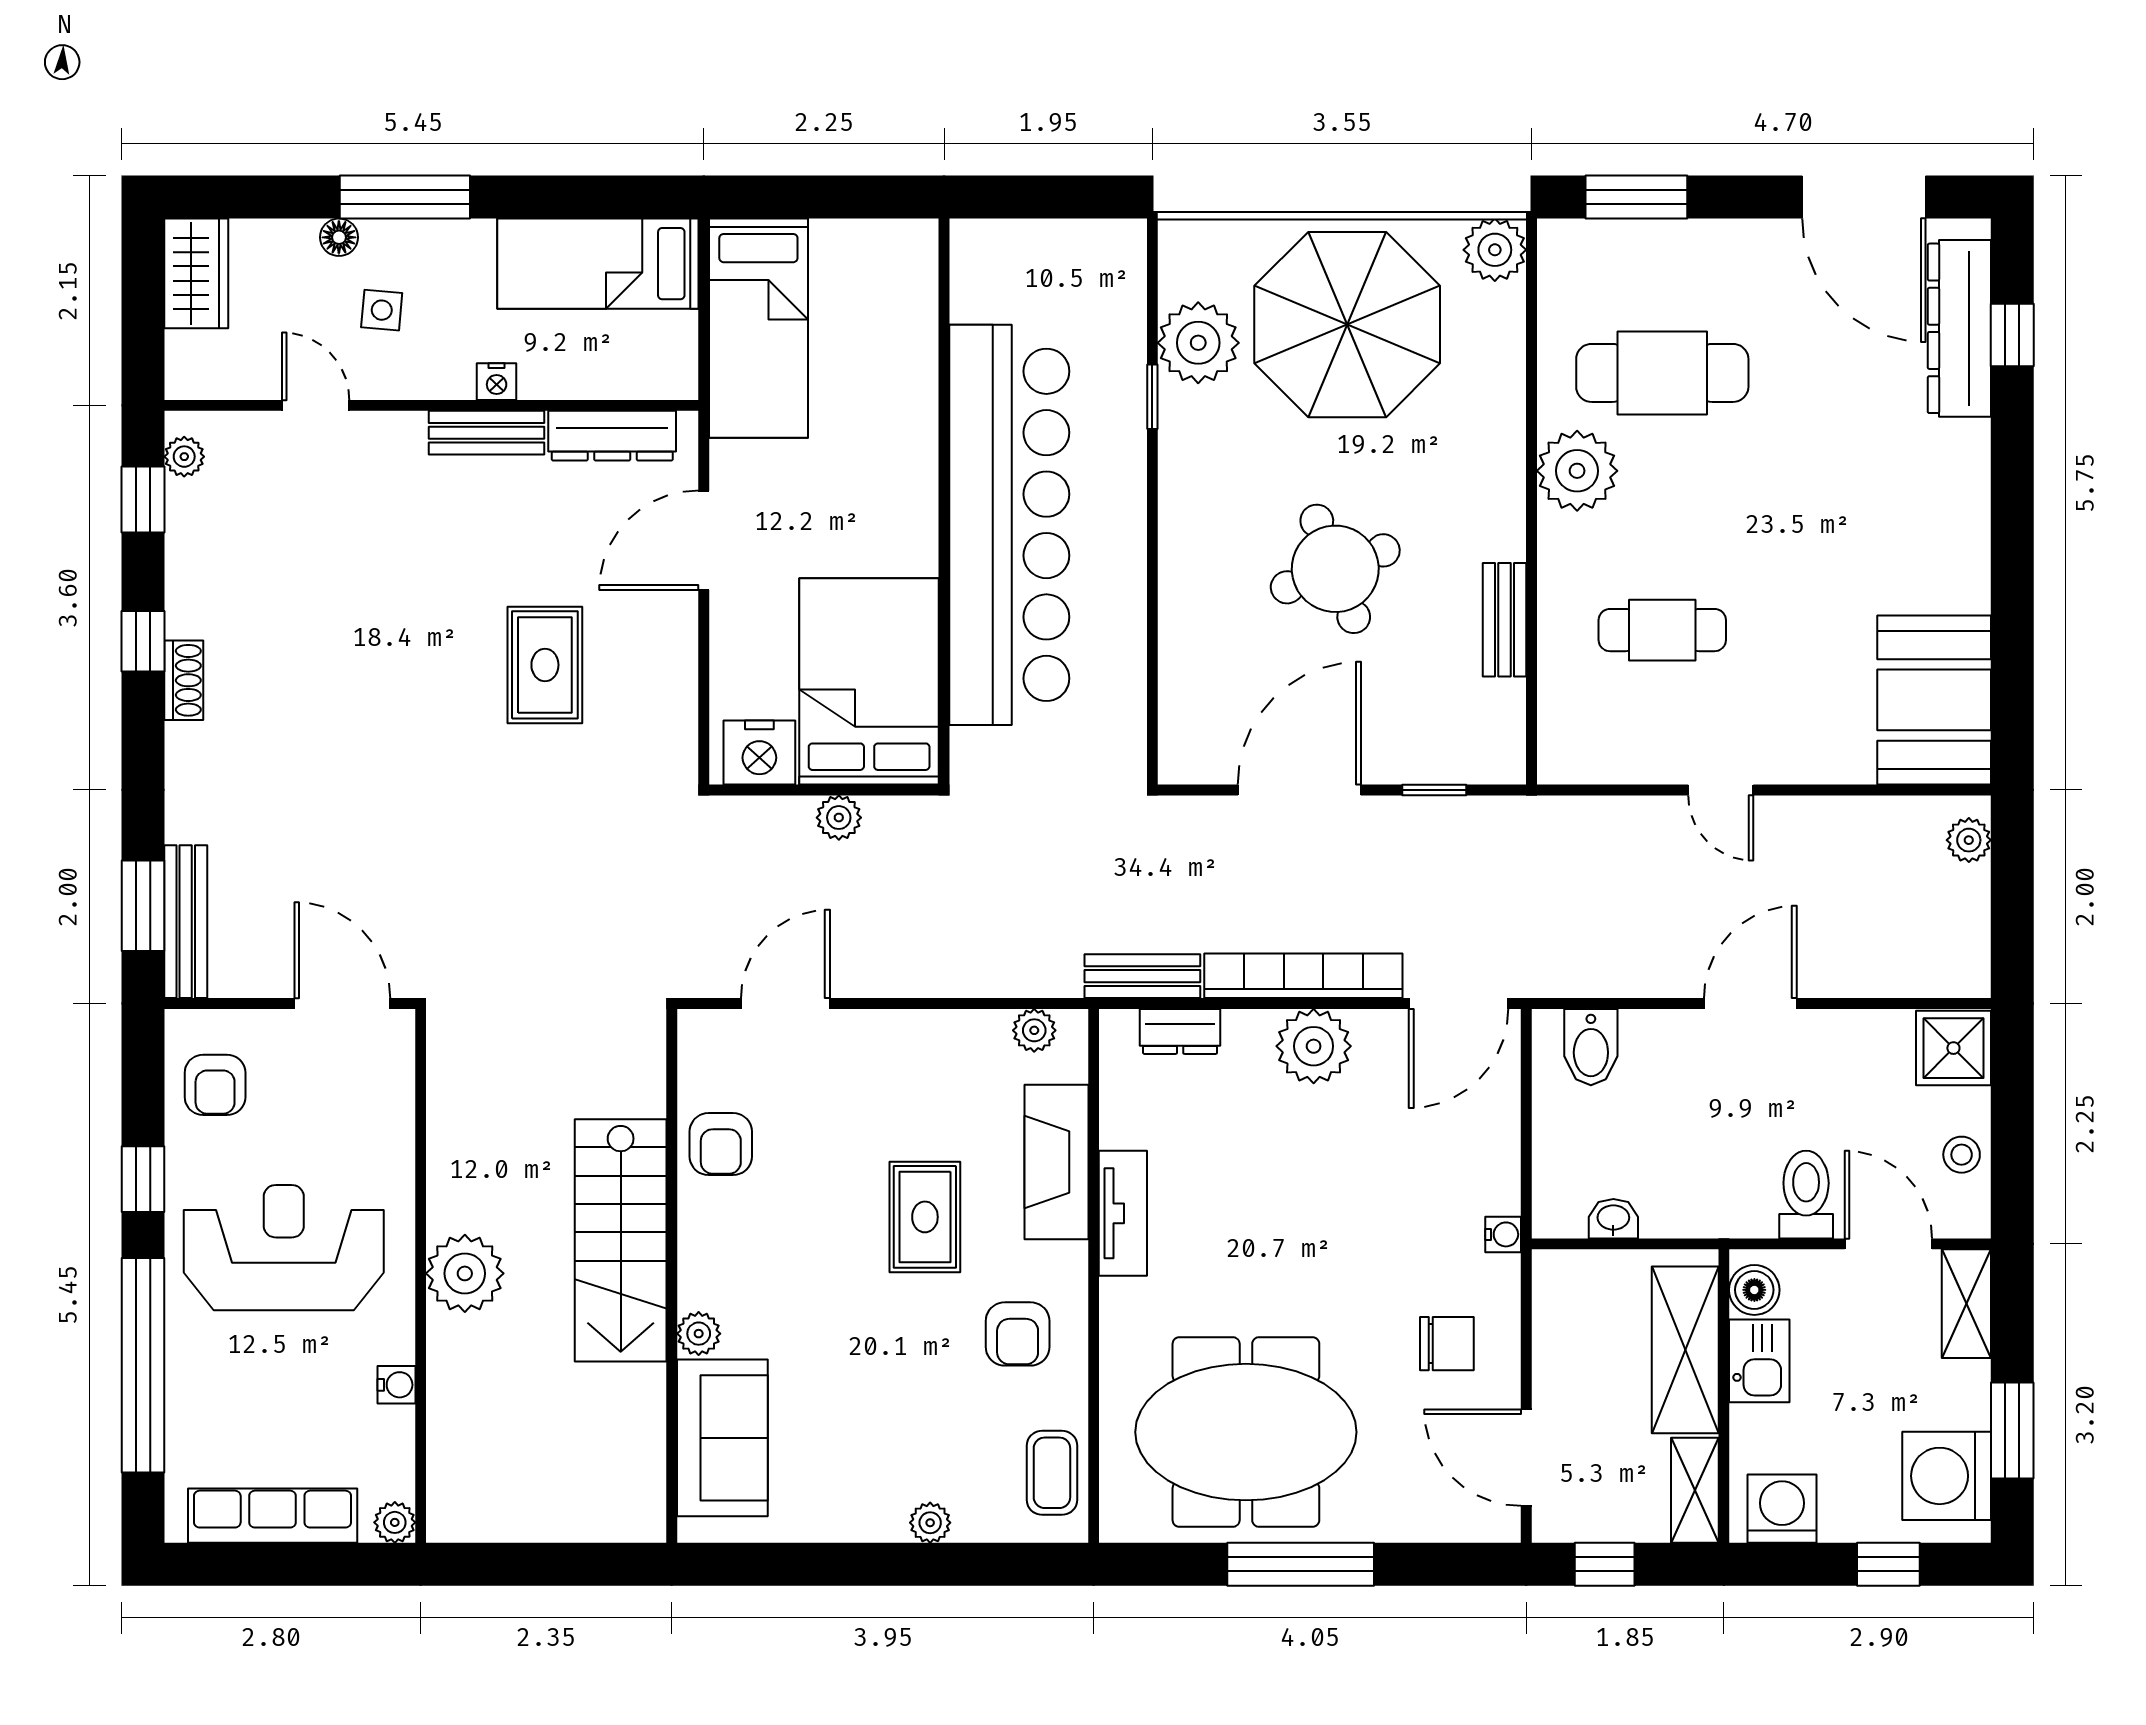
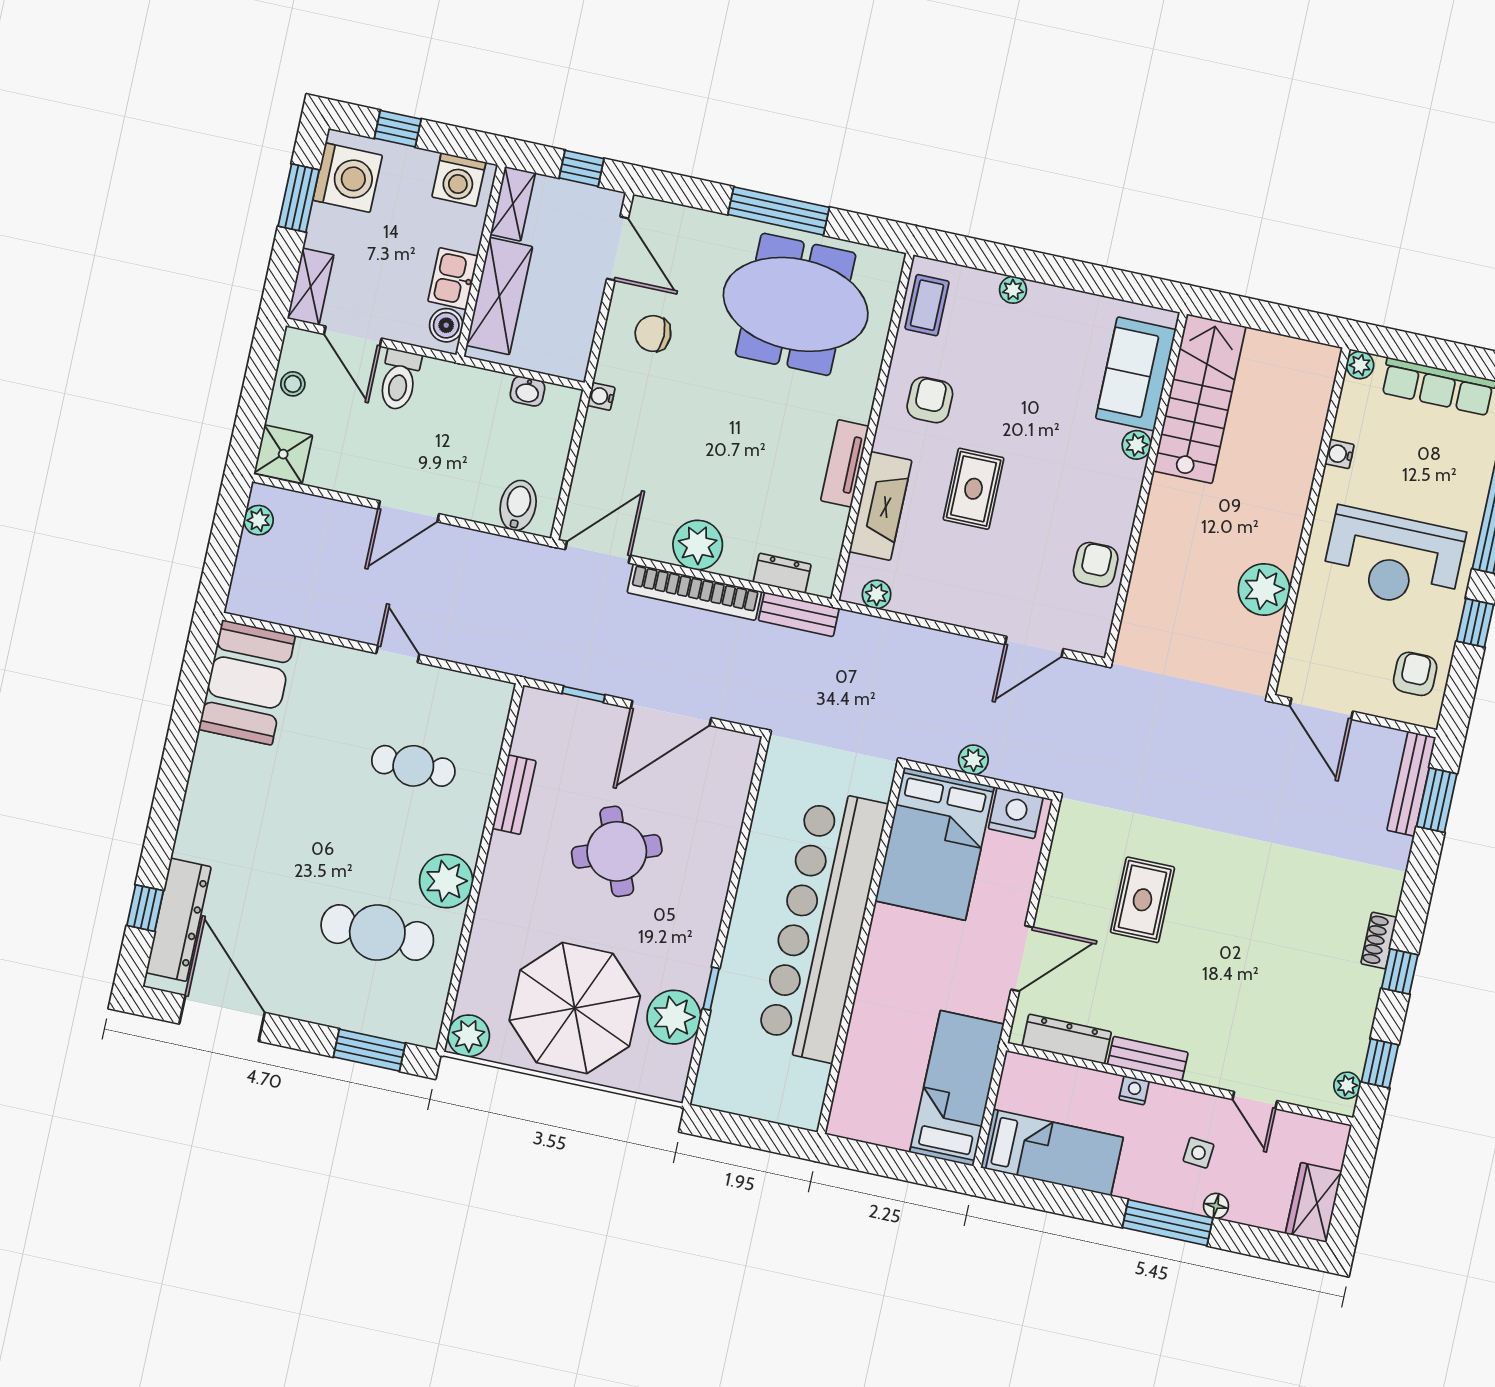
plant: (1969, 840) -> (259, 520), moved
stairs: (621, 1240) -> (1199, 399), moved
plant: (465, 1273) -> (1264, 589), moved

